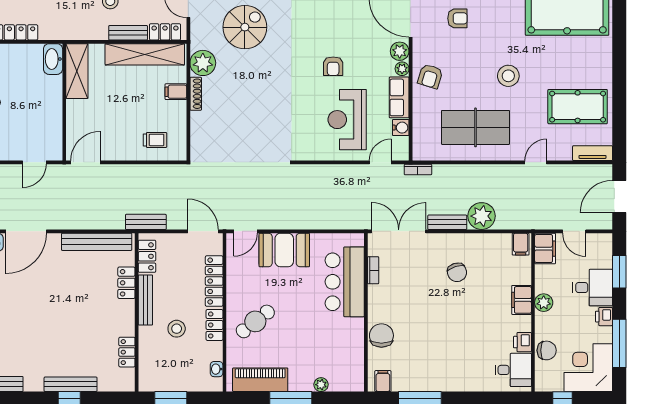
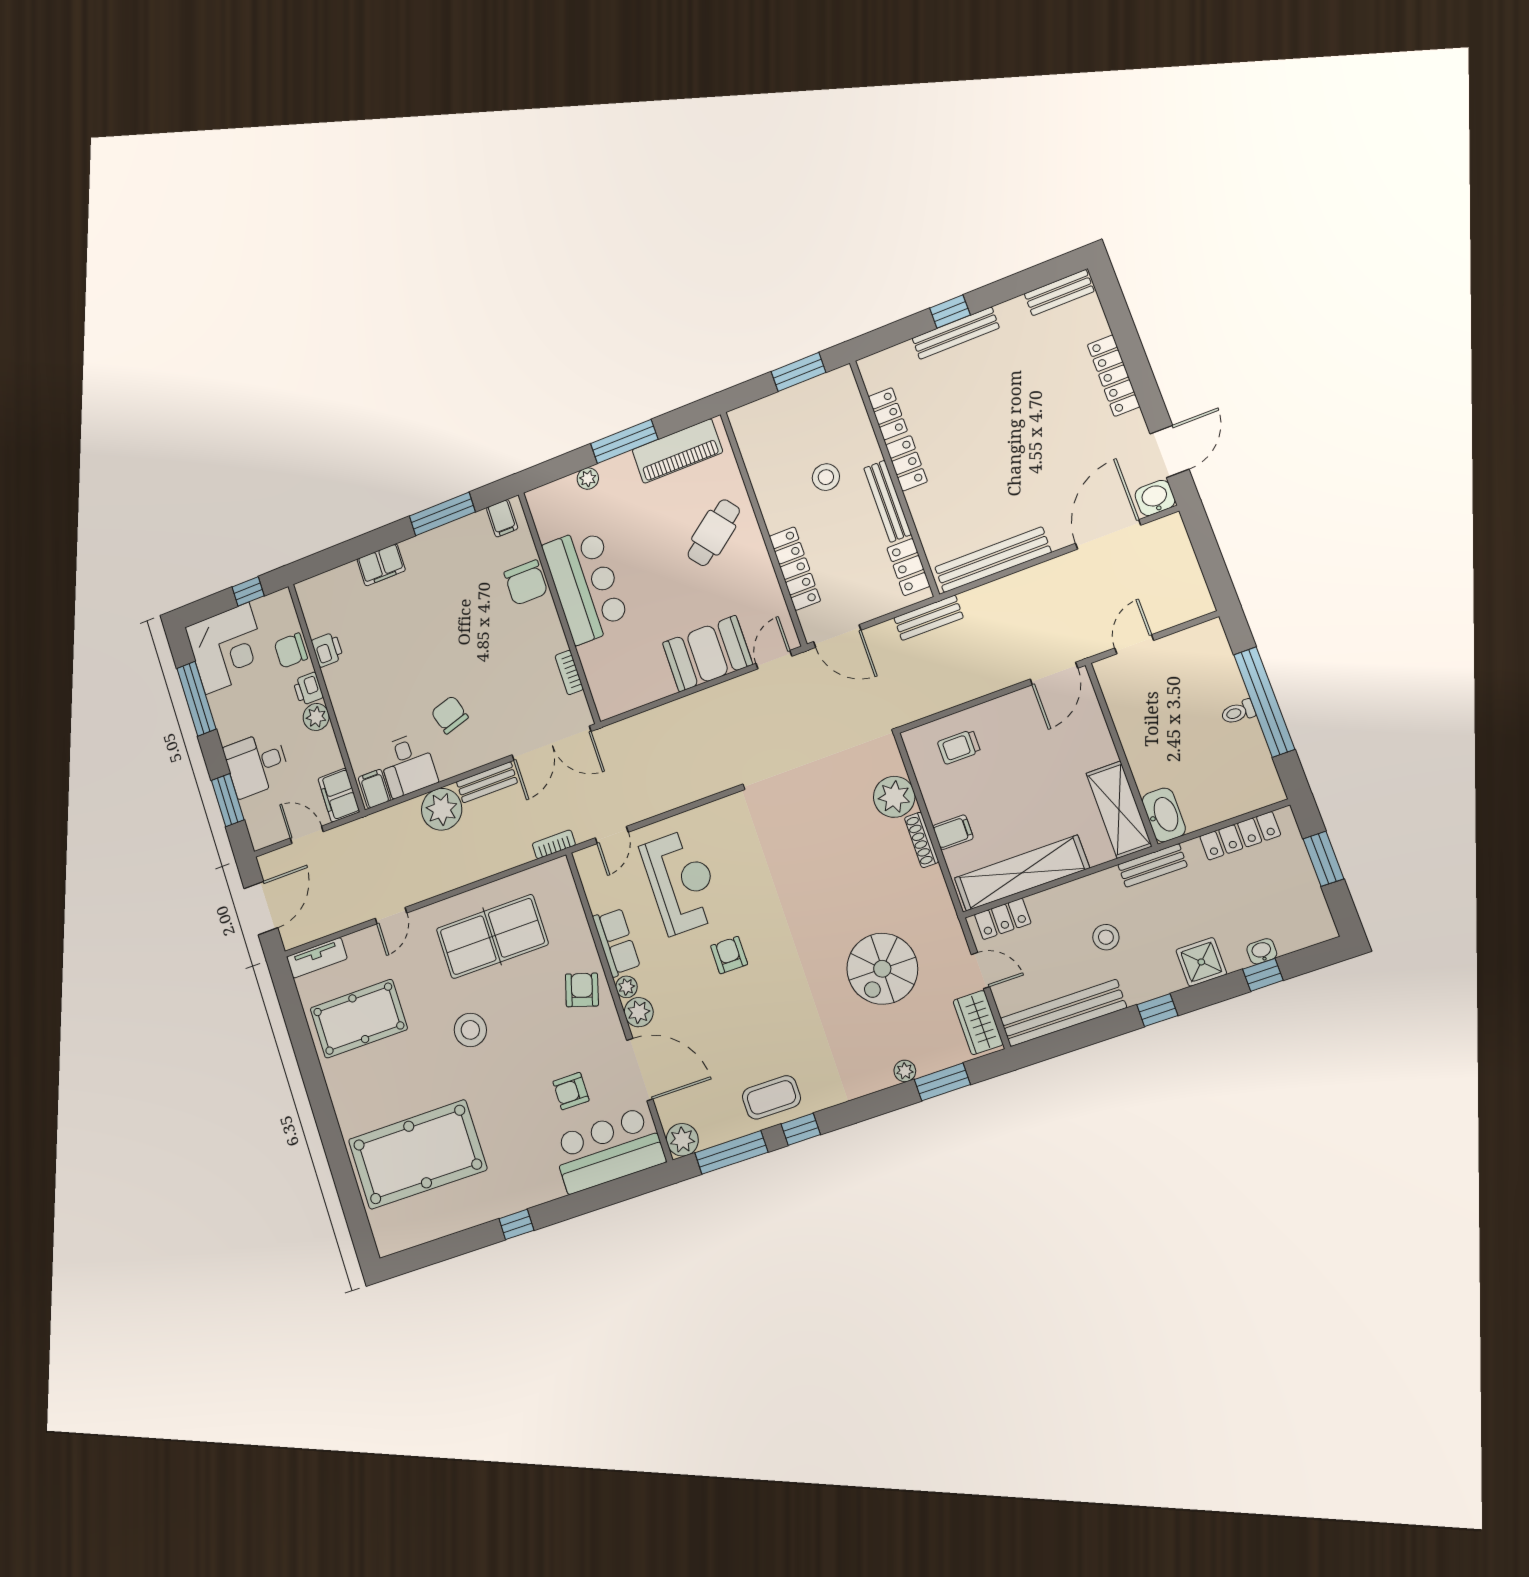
bench: (128, 33) -> (1152, 865), moved
plant: (203, 63) -> (894, 797), moved
water cooler: (401, 128) -> (599, 898), removed
bar counter: (345, 282) -> (586, 585), moved
locker: (126, 283) -> (906, 463), moved
filing cabinet: (522, 300) -> (381, 565), moved, turned 90
printer: (604, 317) -> (308, 689), moved, turned 180
locker: (214, 325) -> (772, 504), removed
washbasin: (217, 369) -> (746, 441), removed
desk: (513, 370) -> (408, 765), moved, turned -90

